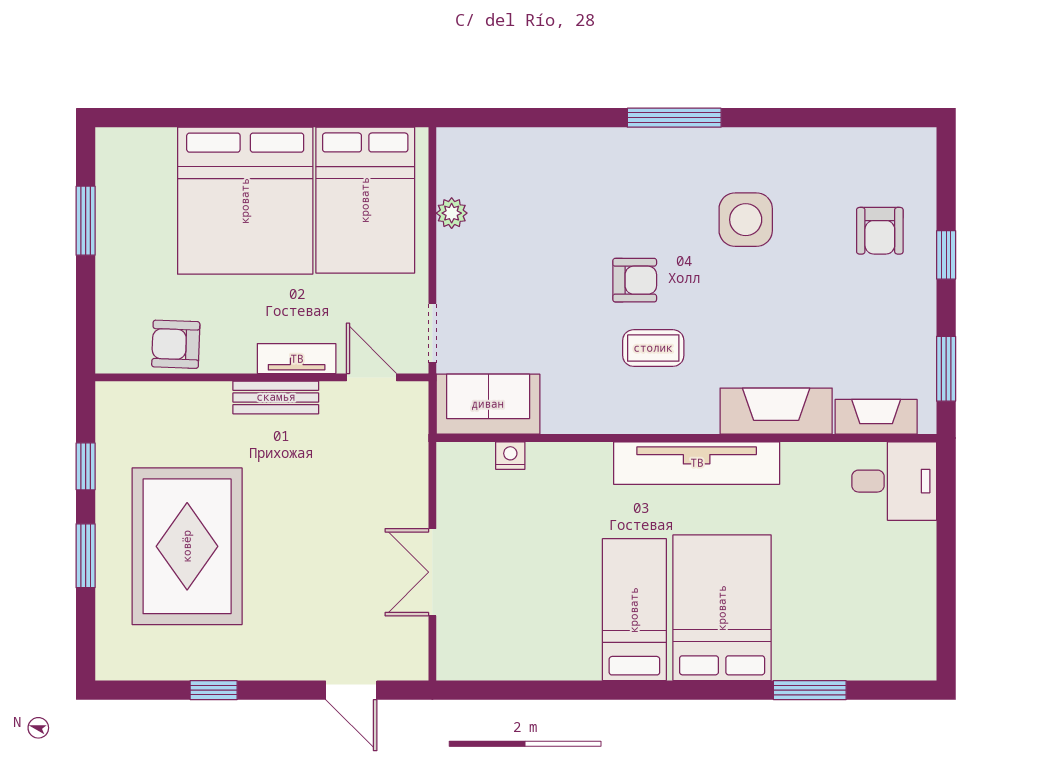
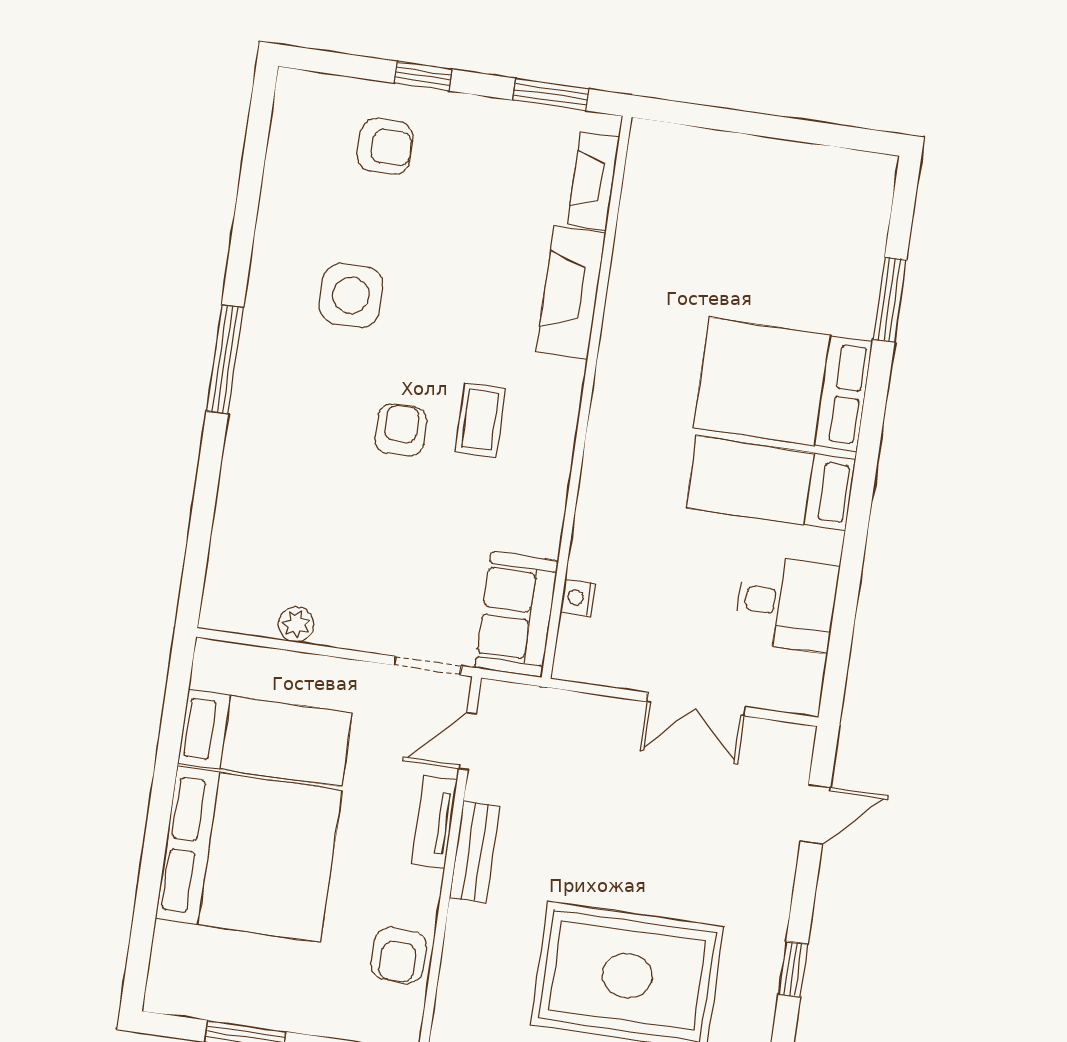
bed: (365, 200) -> (265, 738), width x0.67
tv unit: (697, 463) -> (616, 390), removed
desk: (894, 481) -> (786, 603), moved, turned 90

